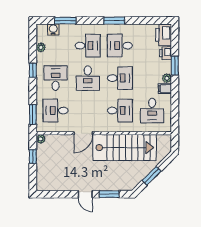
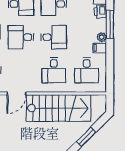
window: (175, 66) -> (110, 24), width x1.44
desk: (88, 78) -> (21, 37), turned 90
desk: (120, 111) -> (54, 70), turned 90

